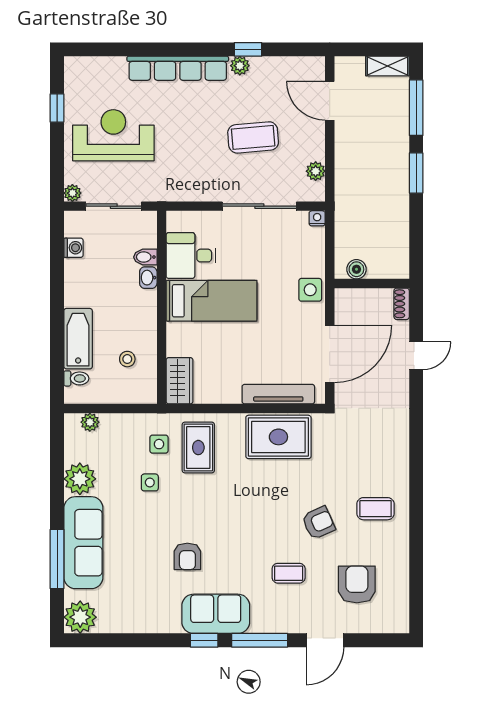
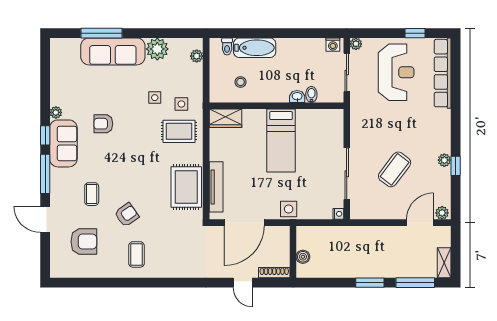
row of seats: (178, 68) -> (443, 73), moved
coffee table: (253, 137) -> (395, 169), turned 42
plant: (316, 171) -> (442, 213), moved
washing machine: (73, 248) -> (333, 45), moved
desk: (191, 256) -> (312, 126), removed
boiler: (356, 269) -> (303, 257), moved
shoe rack: (402, 304) -> (274, 273), width x1.43
door: (330, 354) -> (244, 223), hinge flipped
armchair: (318, 523) -> (127, 215), turned -101
plant: (80, 617) -> (56, 112), moved, width x0.53, depth x0.53

